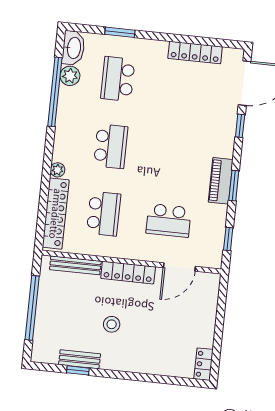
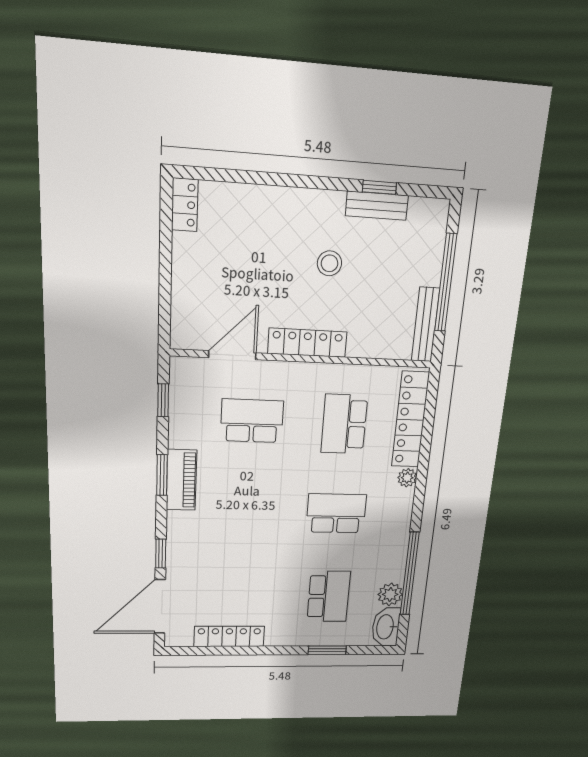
school desk: (111, 146) -> (336, 513), turned 90
bench: (75, 265) -> (425, 325), moved, turned 90

